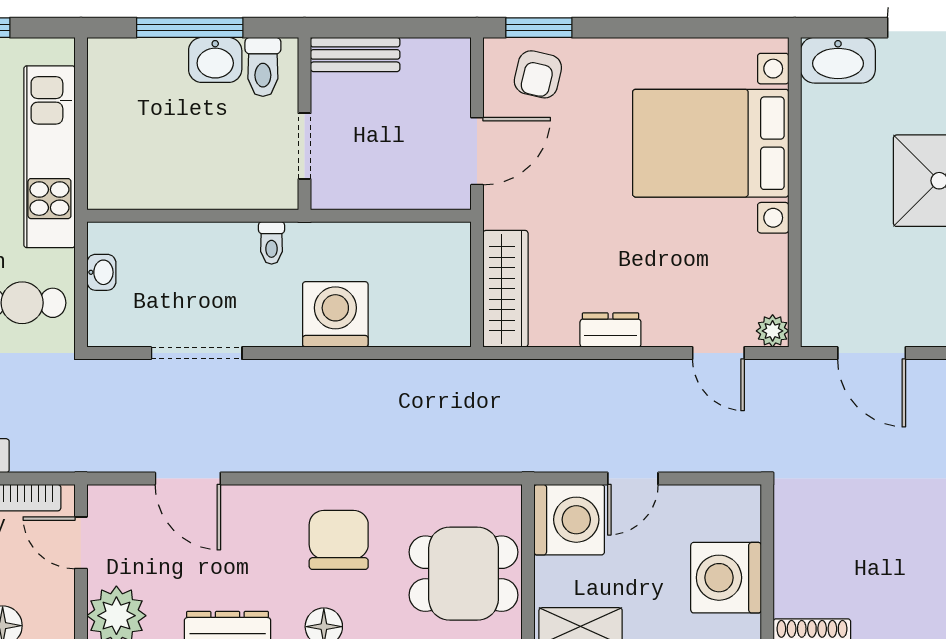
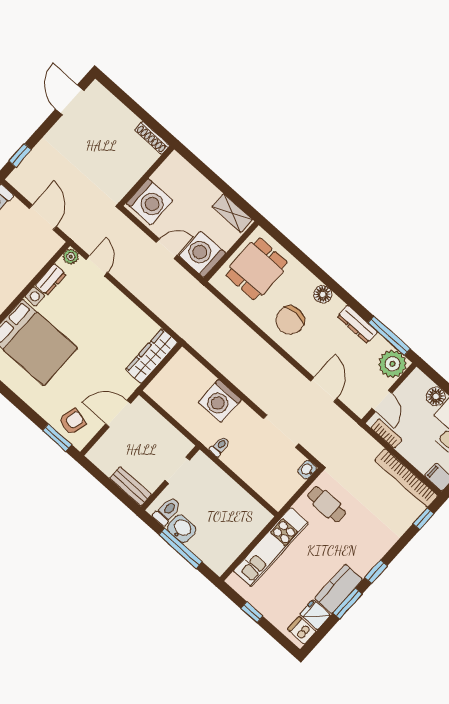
washbasin: (101, 272) -> (307, 470), moved
dresser: (610, 330) -> (51, 280), moved, turned -90
dining table: (464, 574) -> (257, 269), turned 90
washing machine: (726, 578) -> (150, 202), moved

